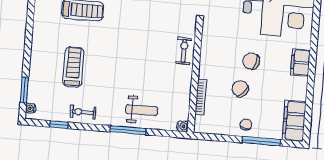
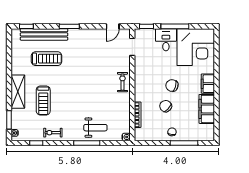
shelving: (40, 52) -> (18, 92), added
treadmill: (73, 67) -> (43, 100), turned 180
filing cabinet: (294, 121) -> (207, 109), moved

